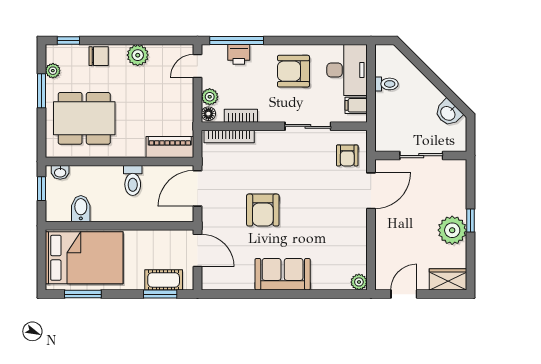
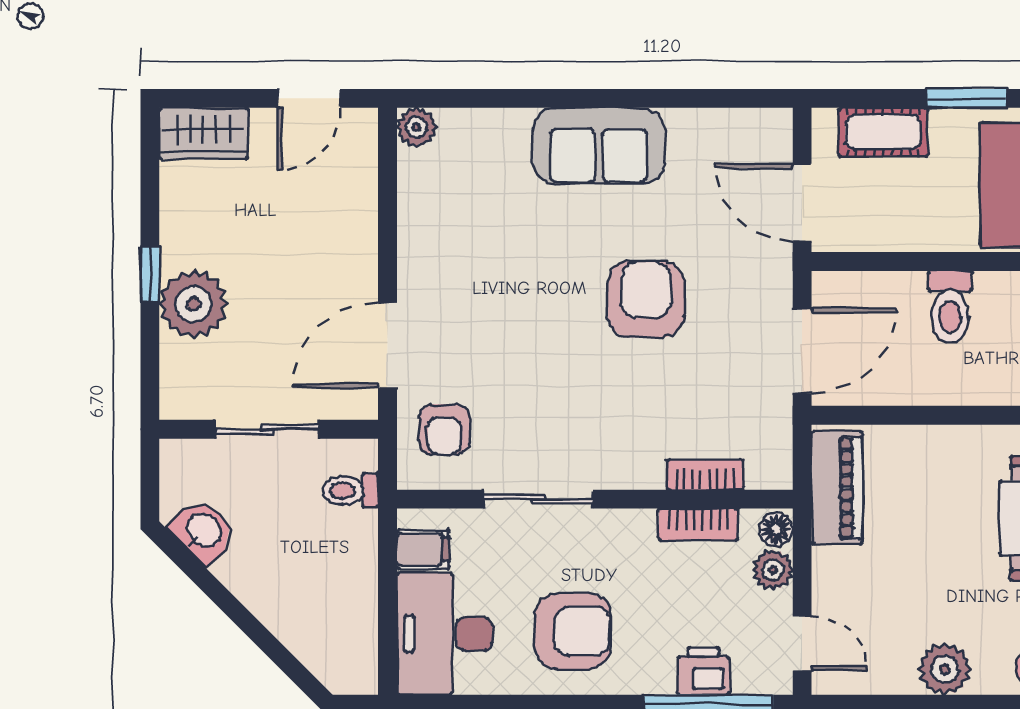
door: (197, 66) -> (802, 643), hinge flipped
toilet: (386, 84) -> (351, 491), moved
bookcase: (229, 137) -> (705, 475), width x0.64
piano: (170, 147) -> (837, 488), moved, turned -90
armchair: (347, 155) -> (444, 430), turned 180
toilet: (133, 180) -> (950, 307), moved, turned 180
plant: (452, 230) -> (194, 304), moved
window: (160, 294) -> (966, 98), moved

